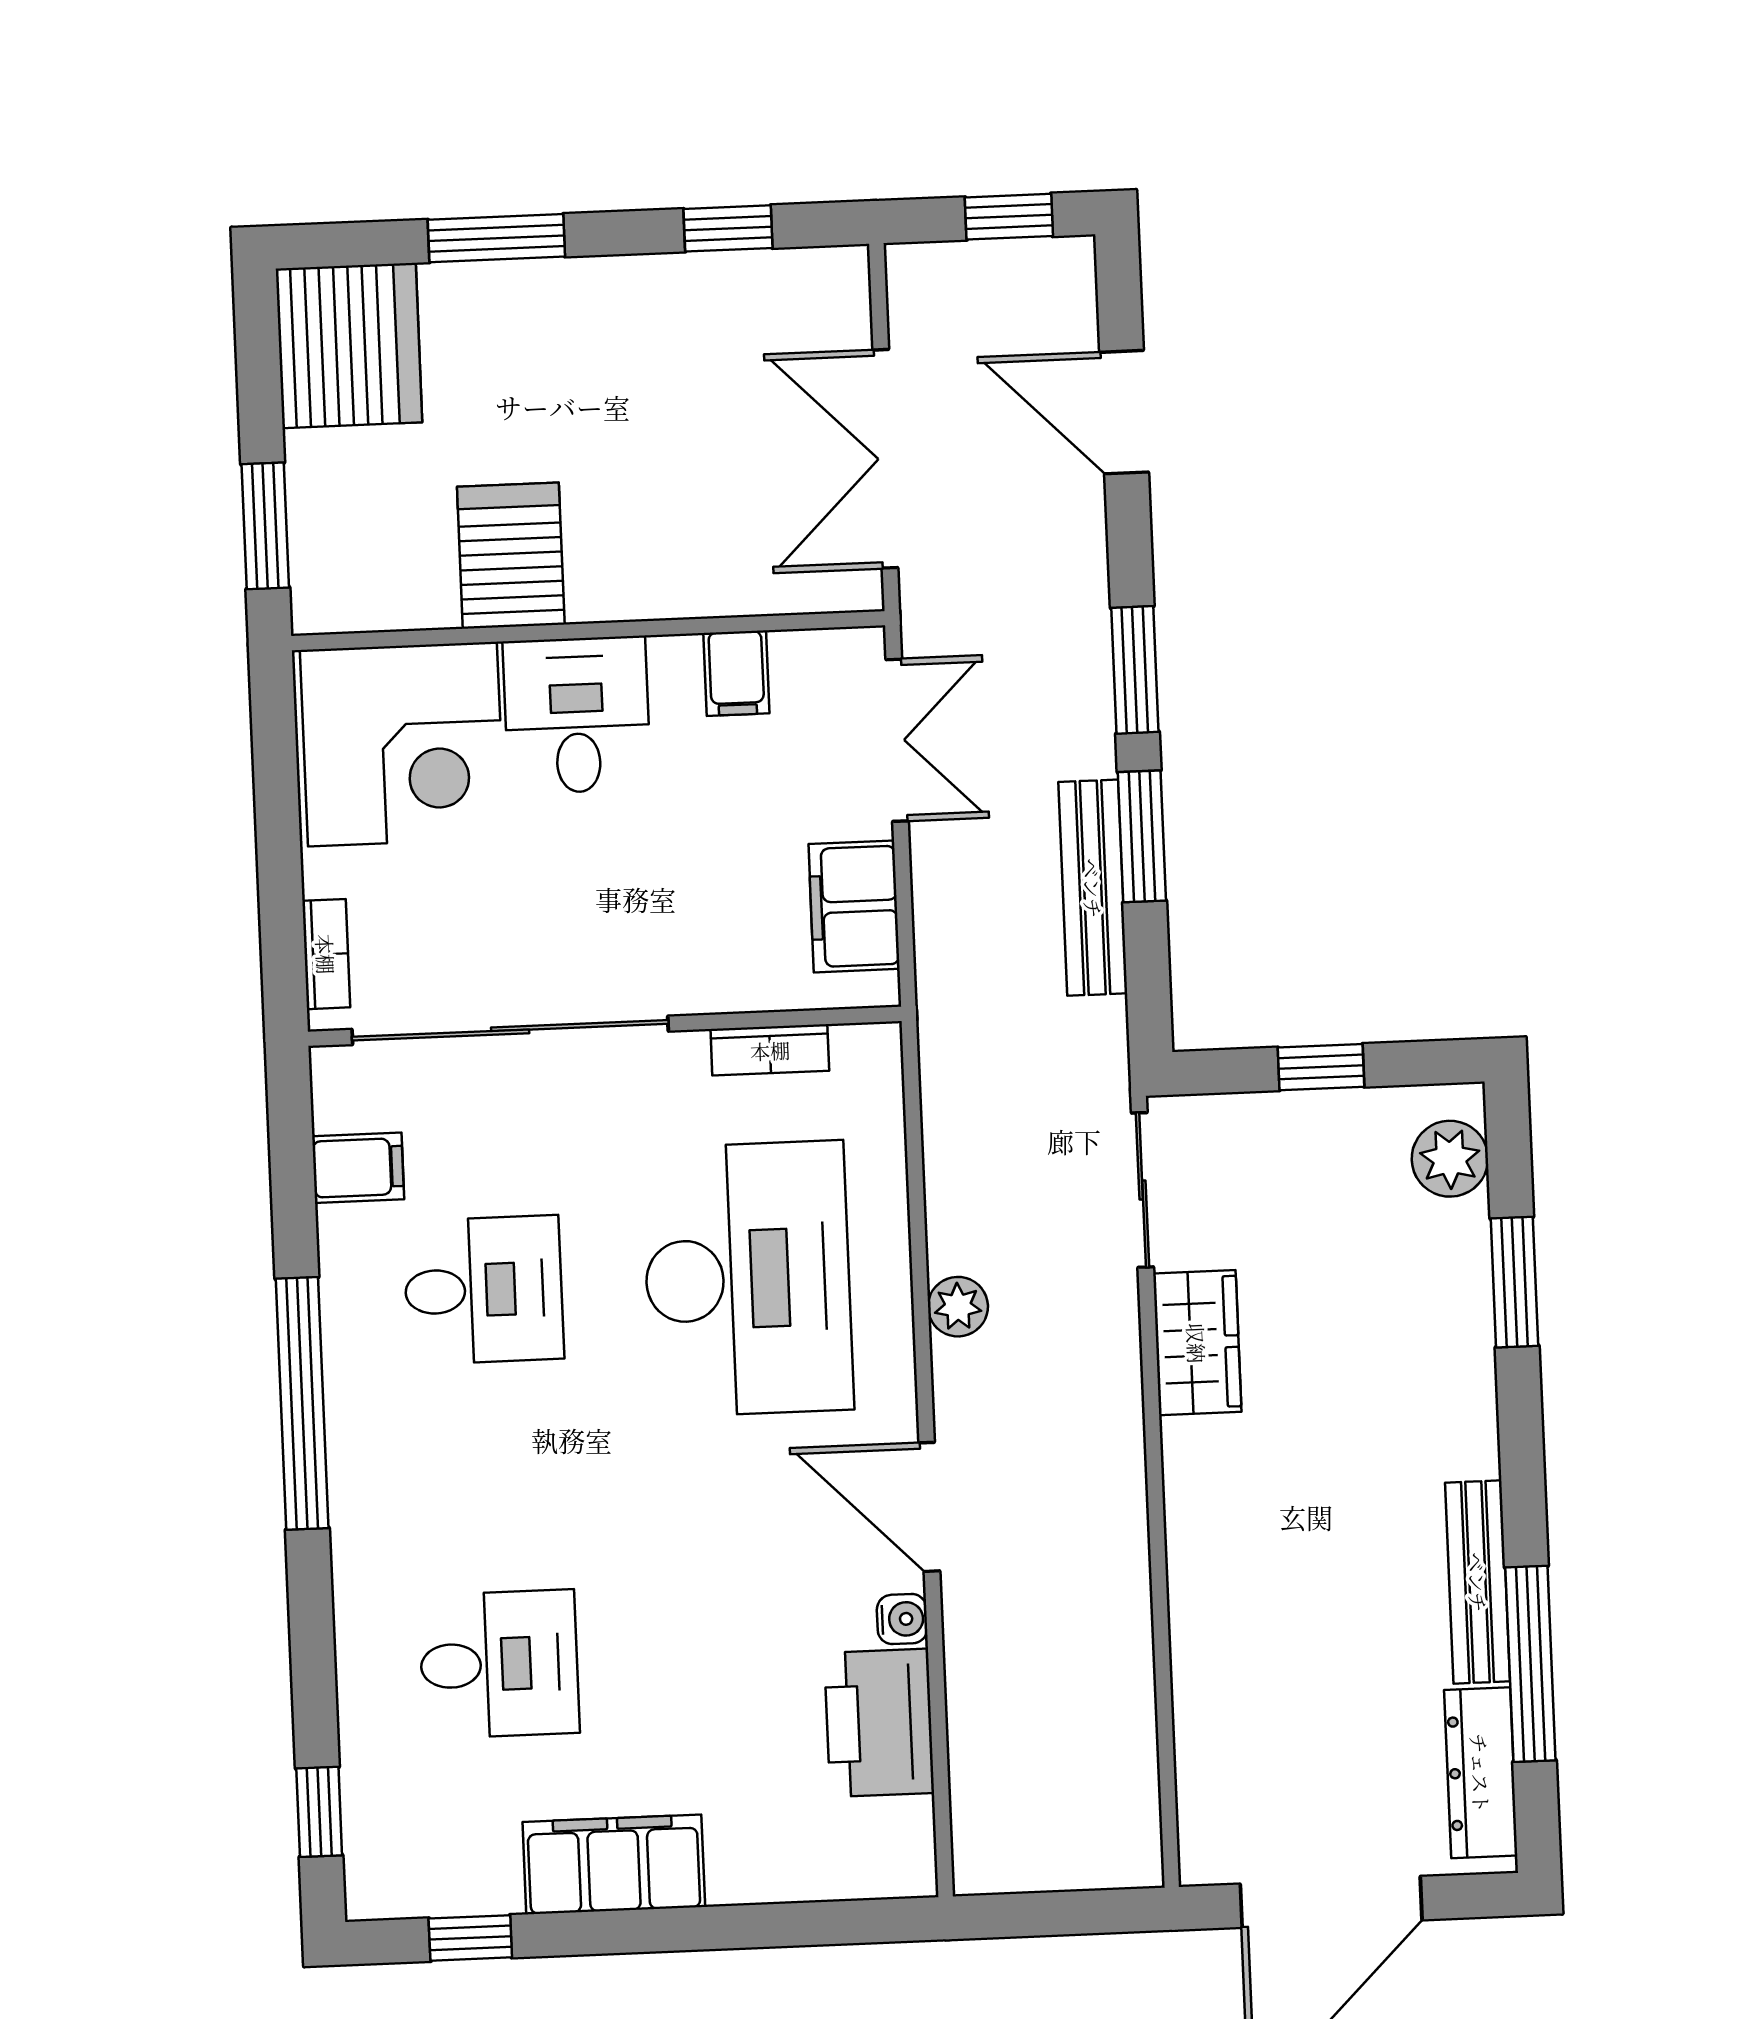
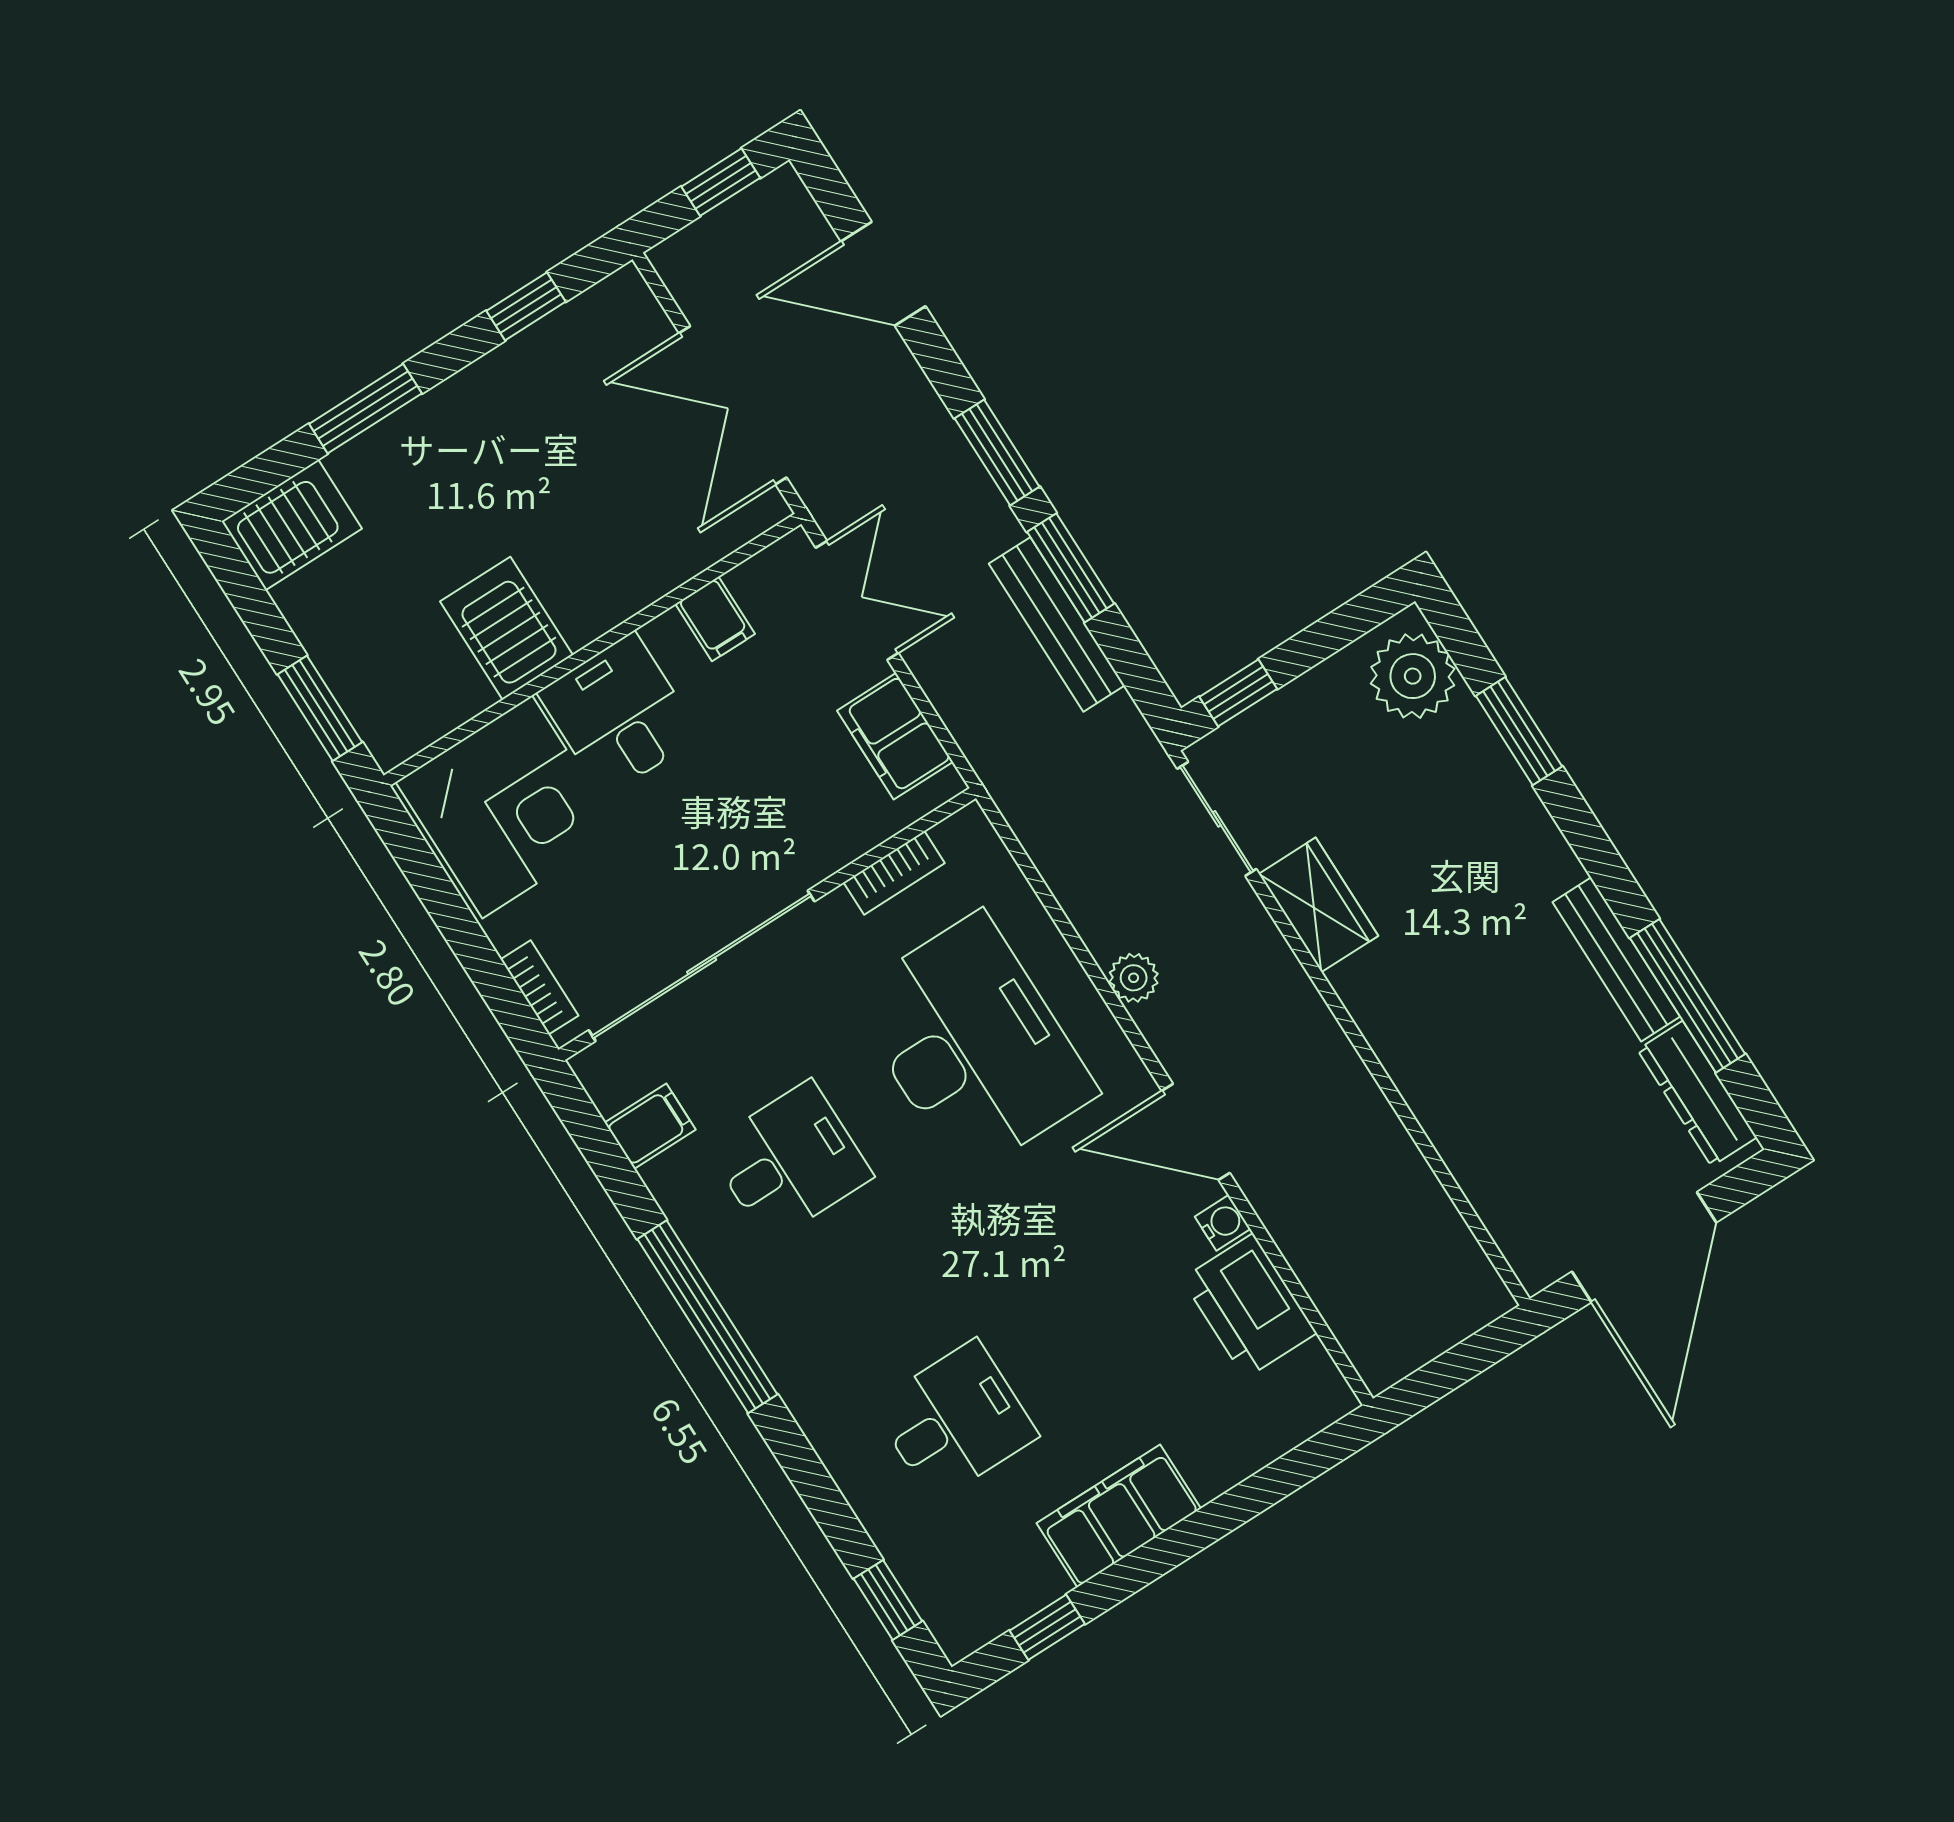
server rack: (349, 346) -> (292, 525), width x0.62
window: (1321, 1067) -> (1238, 693), moved
plant: (1450, 1159) -> (1413, 676), width x1.36, depth x1.36

